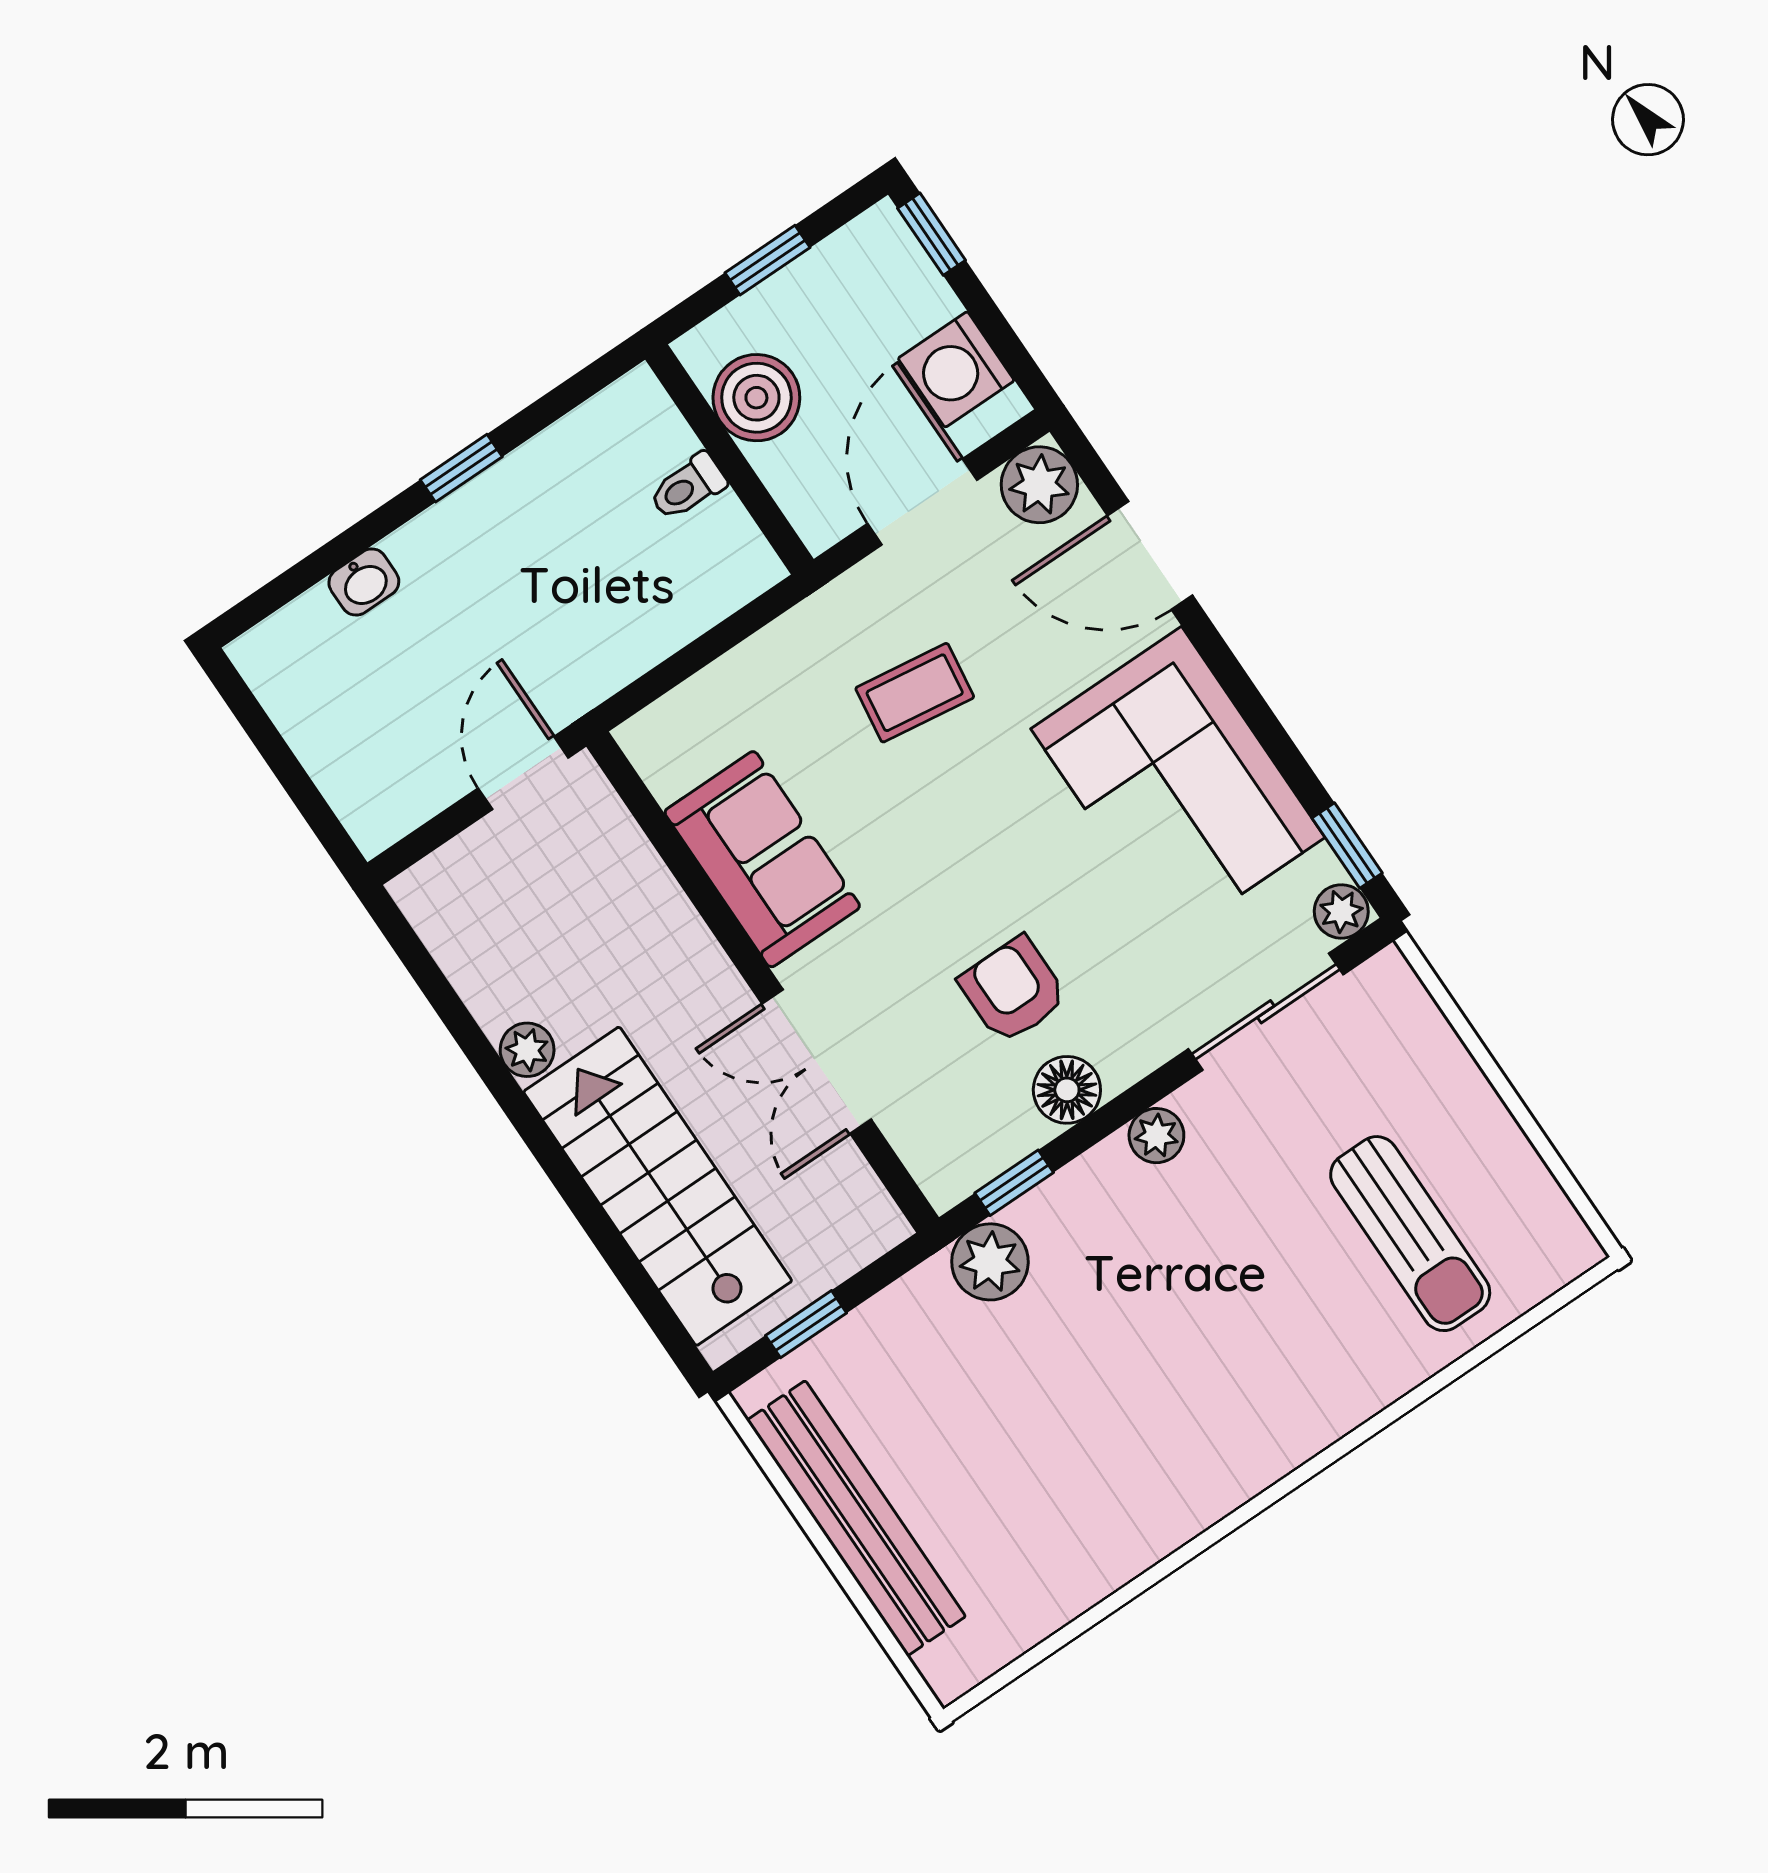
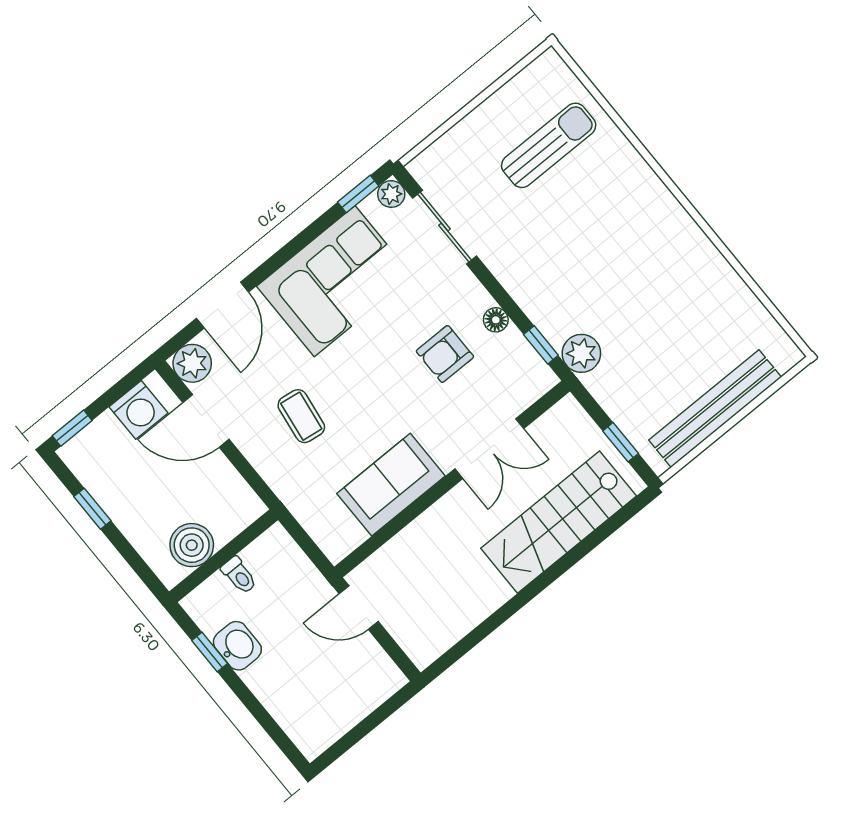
boiler: (756, 398) -> (192, 545), moved
wall: (729, 459) -> (224, 556), moved
toilet: (688, 487) -> (239, 575), moved
washbasin: (364, 582) -> (237, 646), moved, width x1.38, depth x1.45
plant: (527, 1050) -> (496, 593), removed
floor lamp: (1067, 1090) -> (496, 320), width x0.73, depth x0.73
plant: (1156, 1136) -> (511, 276), removed

